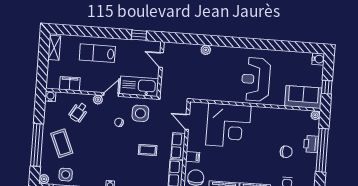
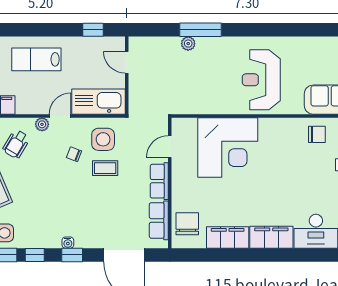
window: (215, 41) -> (200, 30), added
door: (187, 122) -> (170, 147), hinge flipped
coffee table: (148, 150) -> (105, 168), moved
chair: (286, 152) -> (317, 134), moved
filing cabinet: (193, 157) -> (181, 195), removed

